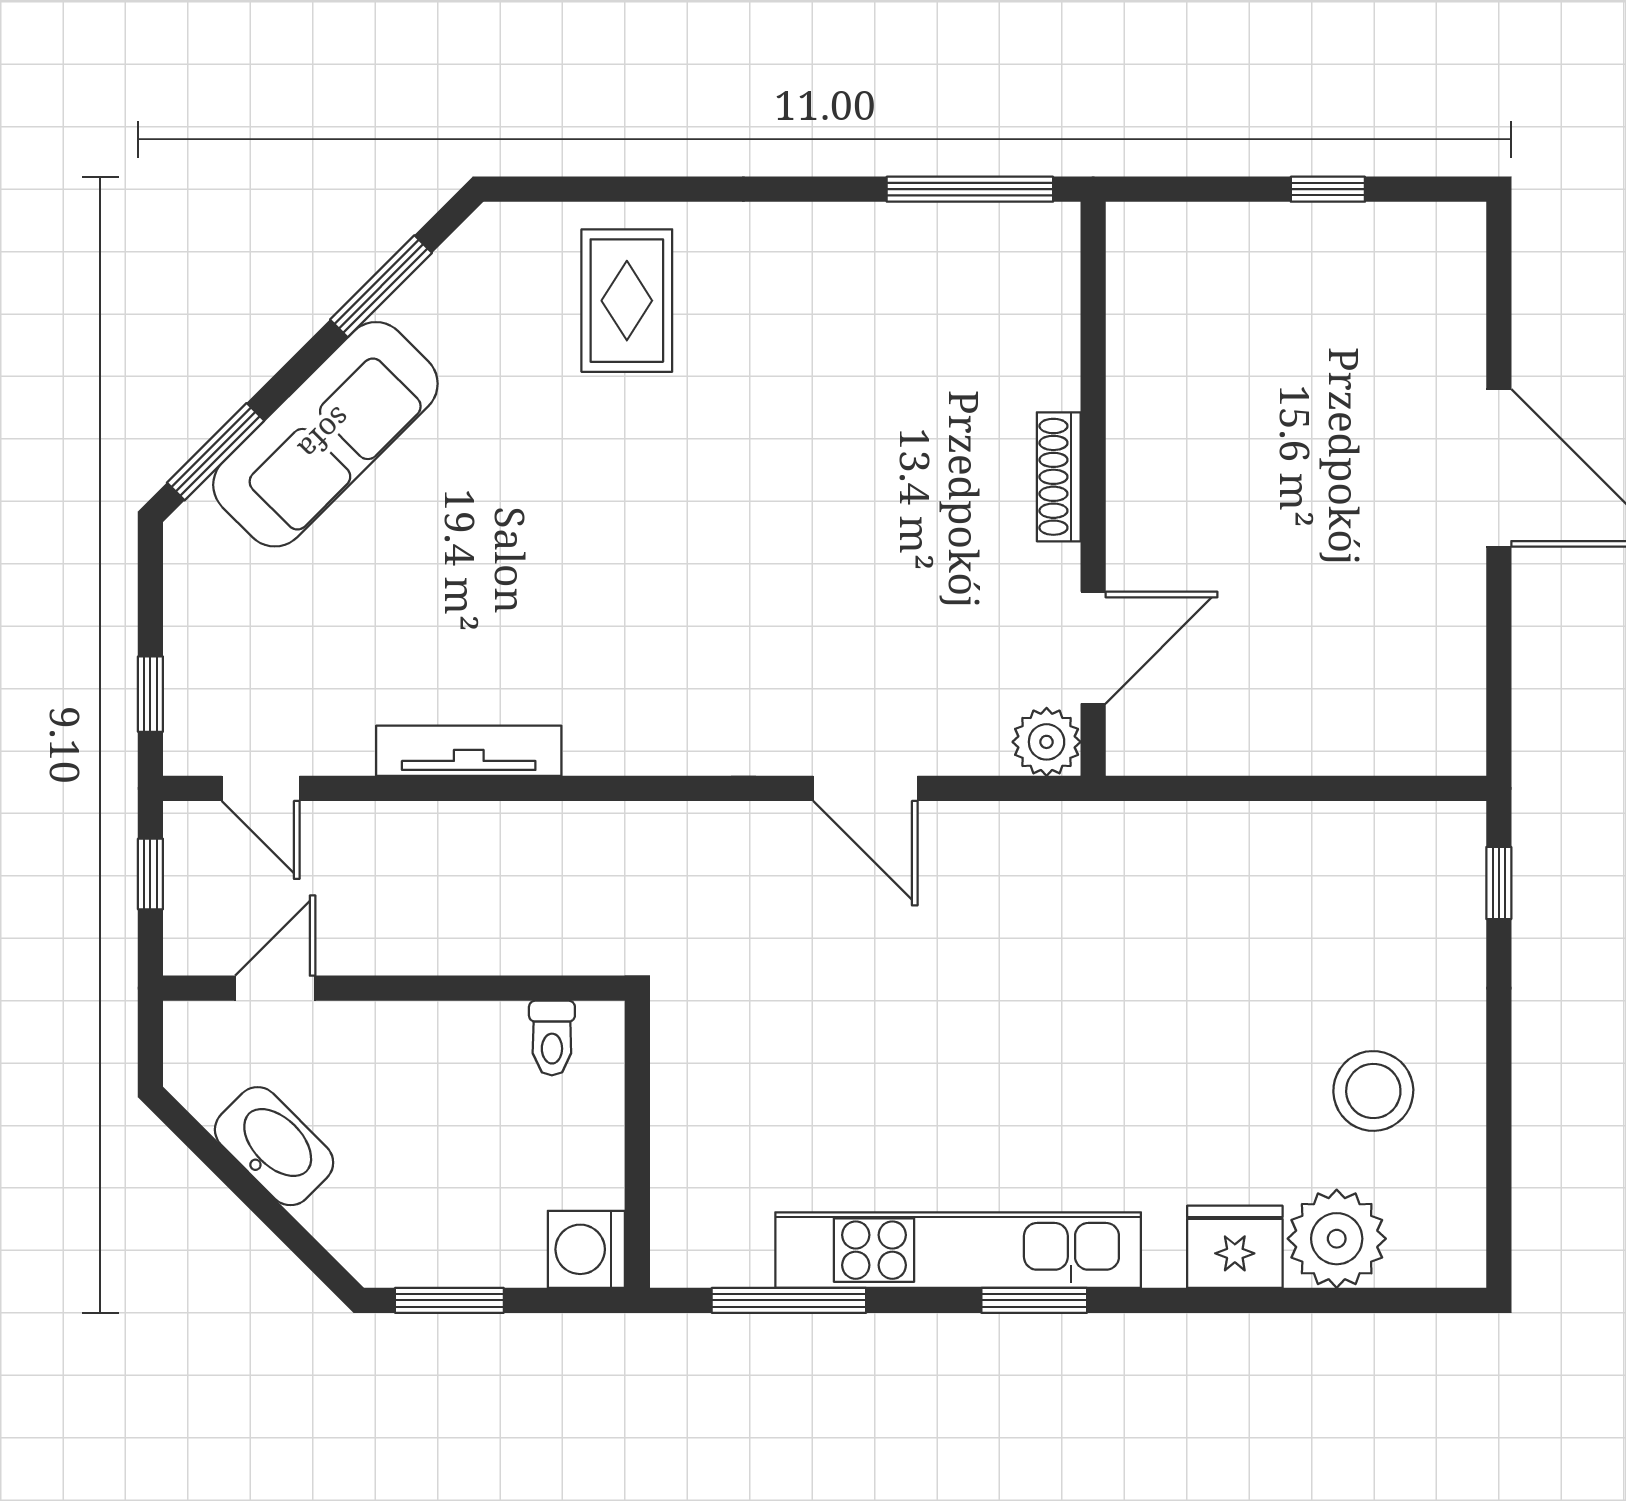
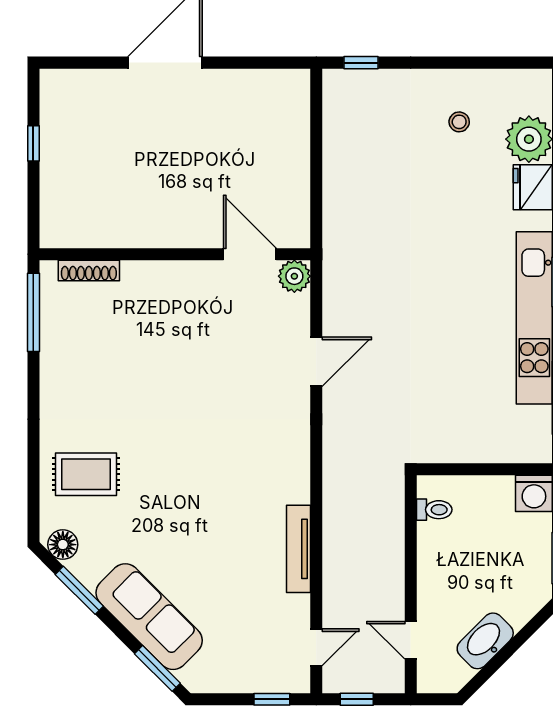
floor lamp: (478, 251) -> (63, 545), added
shoe rack: (1059, 477) -> (89, 270), moved
stool: (1373, 1091) -> (459, 122), width x0.53, depth x0.53

